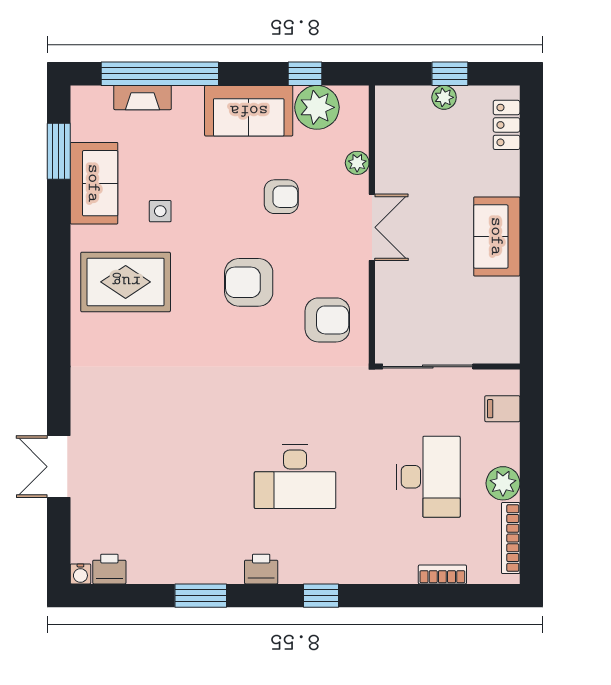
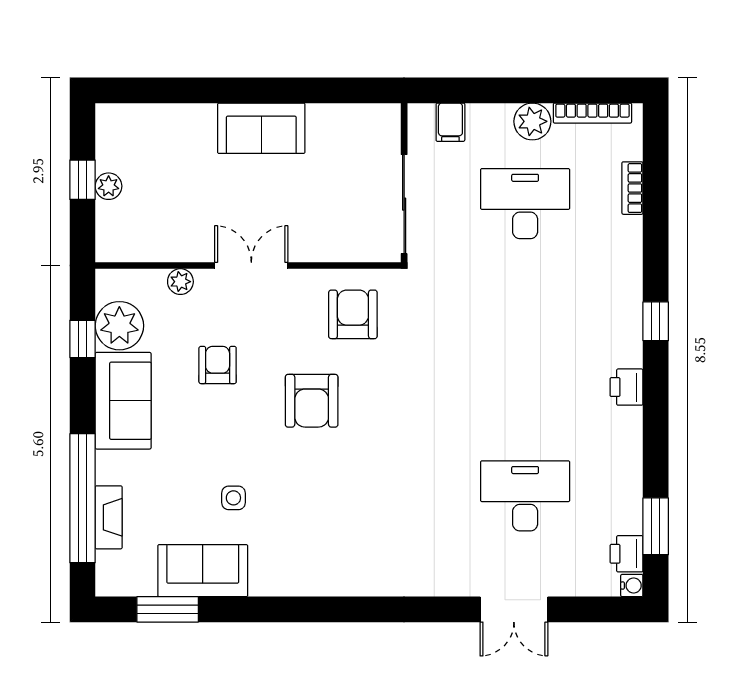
locker: (507, 125) -> (139, 118), removed
rug: (126, 282) -> (311, 536), removed
desk: (295, 477) -> (525, 496), moved, turned -90
window: (201, 596) -> (656, 526), moved

